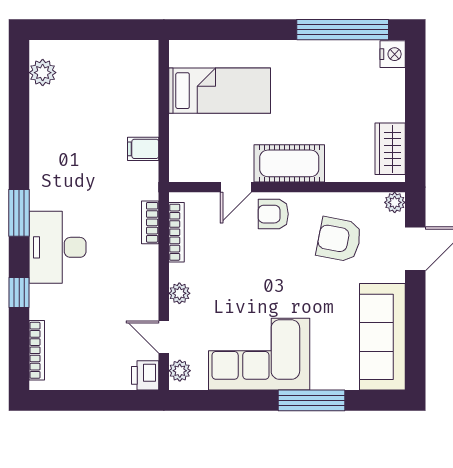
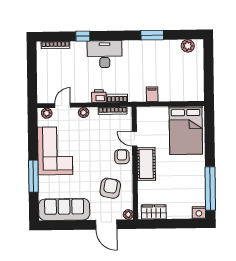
bed: (220, 91) -> (186, 130), width x1.50
window: (19, 213) -> (152, 35), moved
printer: (145, 375) -> (99, 96), moved

